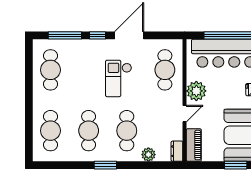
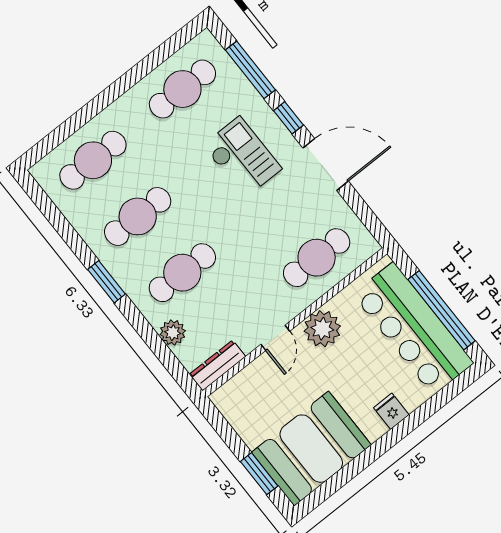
checkout: (119, 78) -> (242, 157), moved, turned 90
door: (185, 114) -> (275, 338), hinge flipped
piano: (194, 145) -> (240, 388), removed
dresser: (177, 151) -> (217, 365), width x1.44

